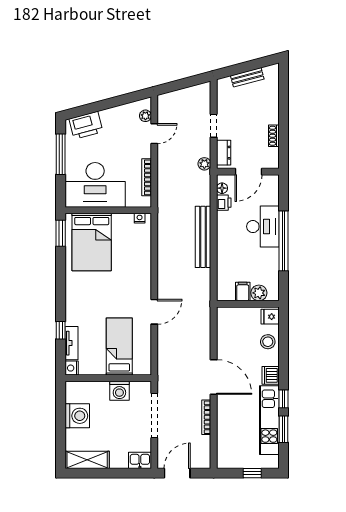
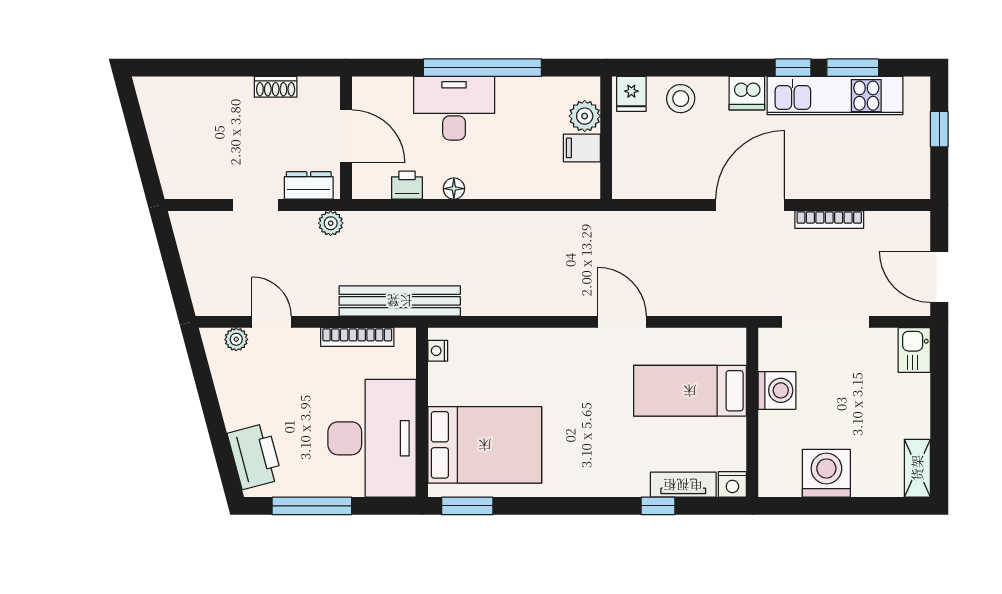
bench: (247, 77) -> (161, 139), removed
floor lamp: (222, 188) -> (454, 189), moved
bench: (203, 237) -> (400, 301), moved
shelving: (87, 460) -> (917, 468), width x0.67, depth x0.75

